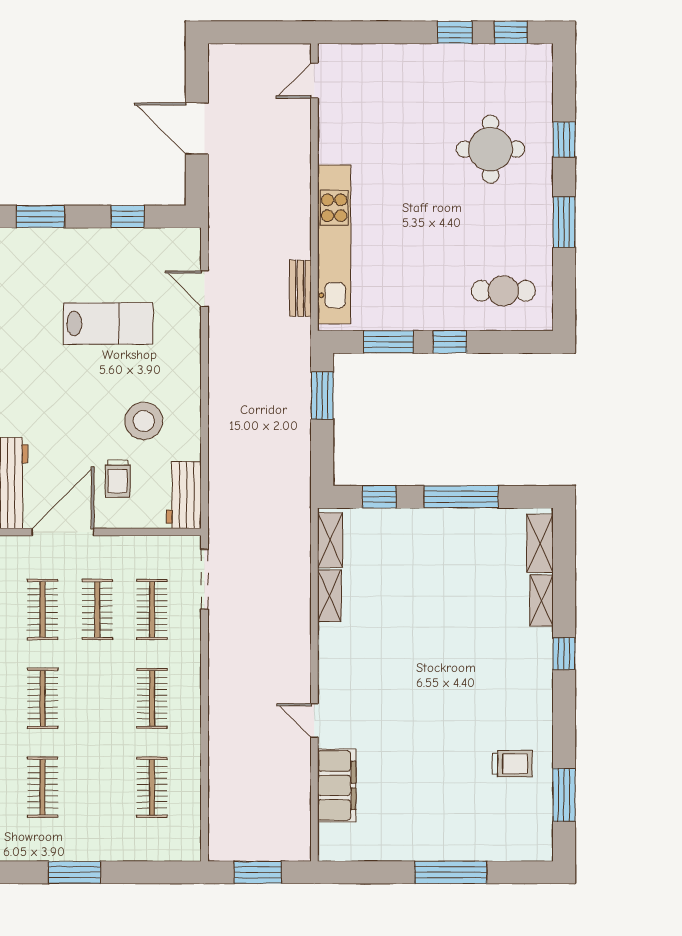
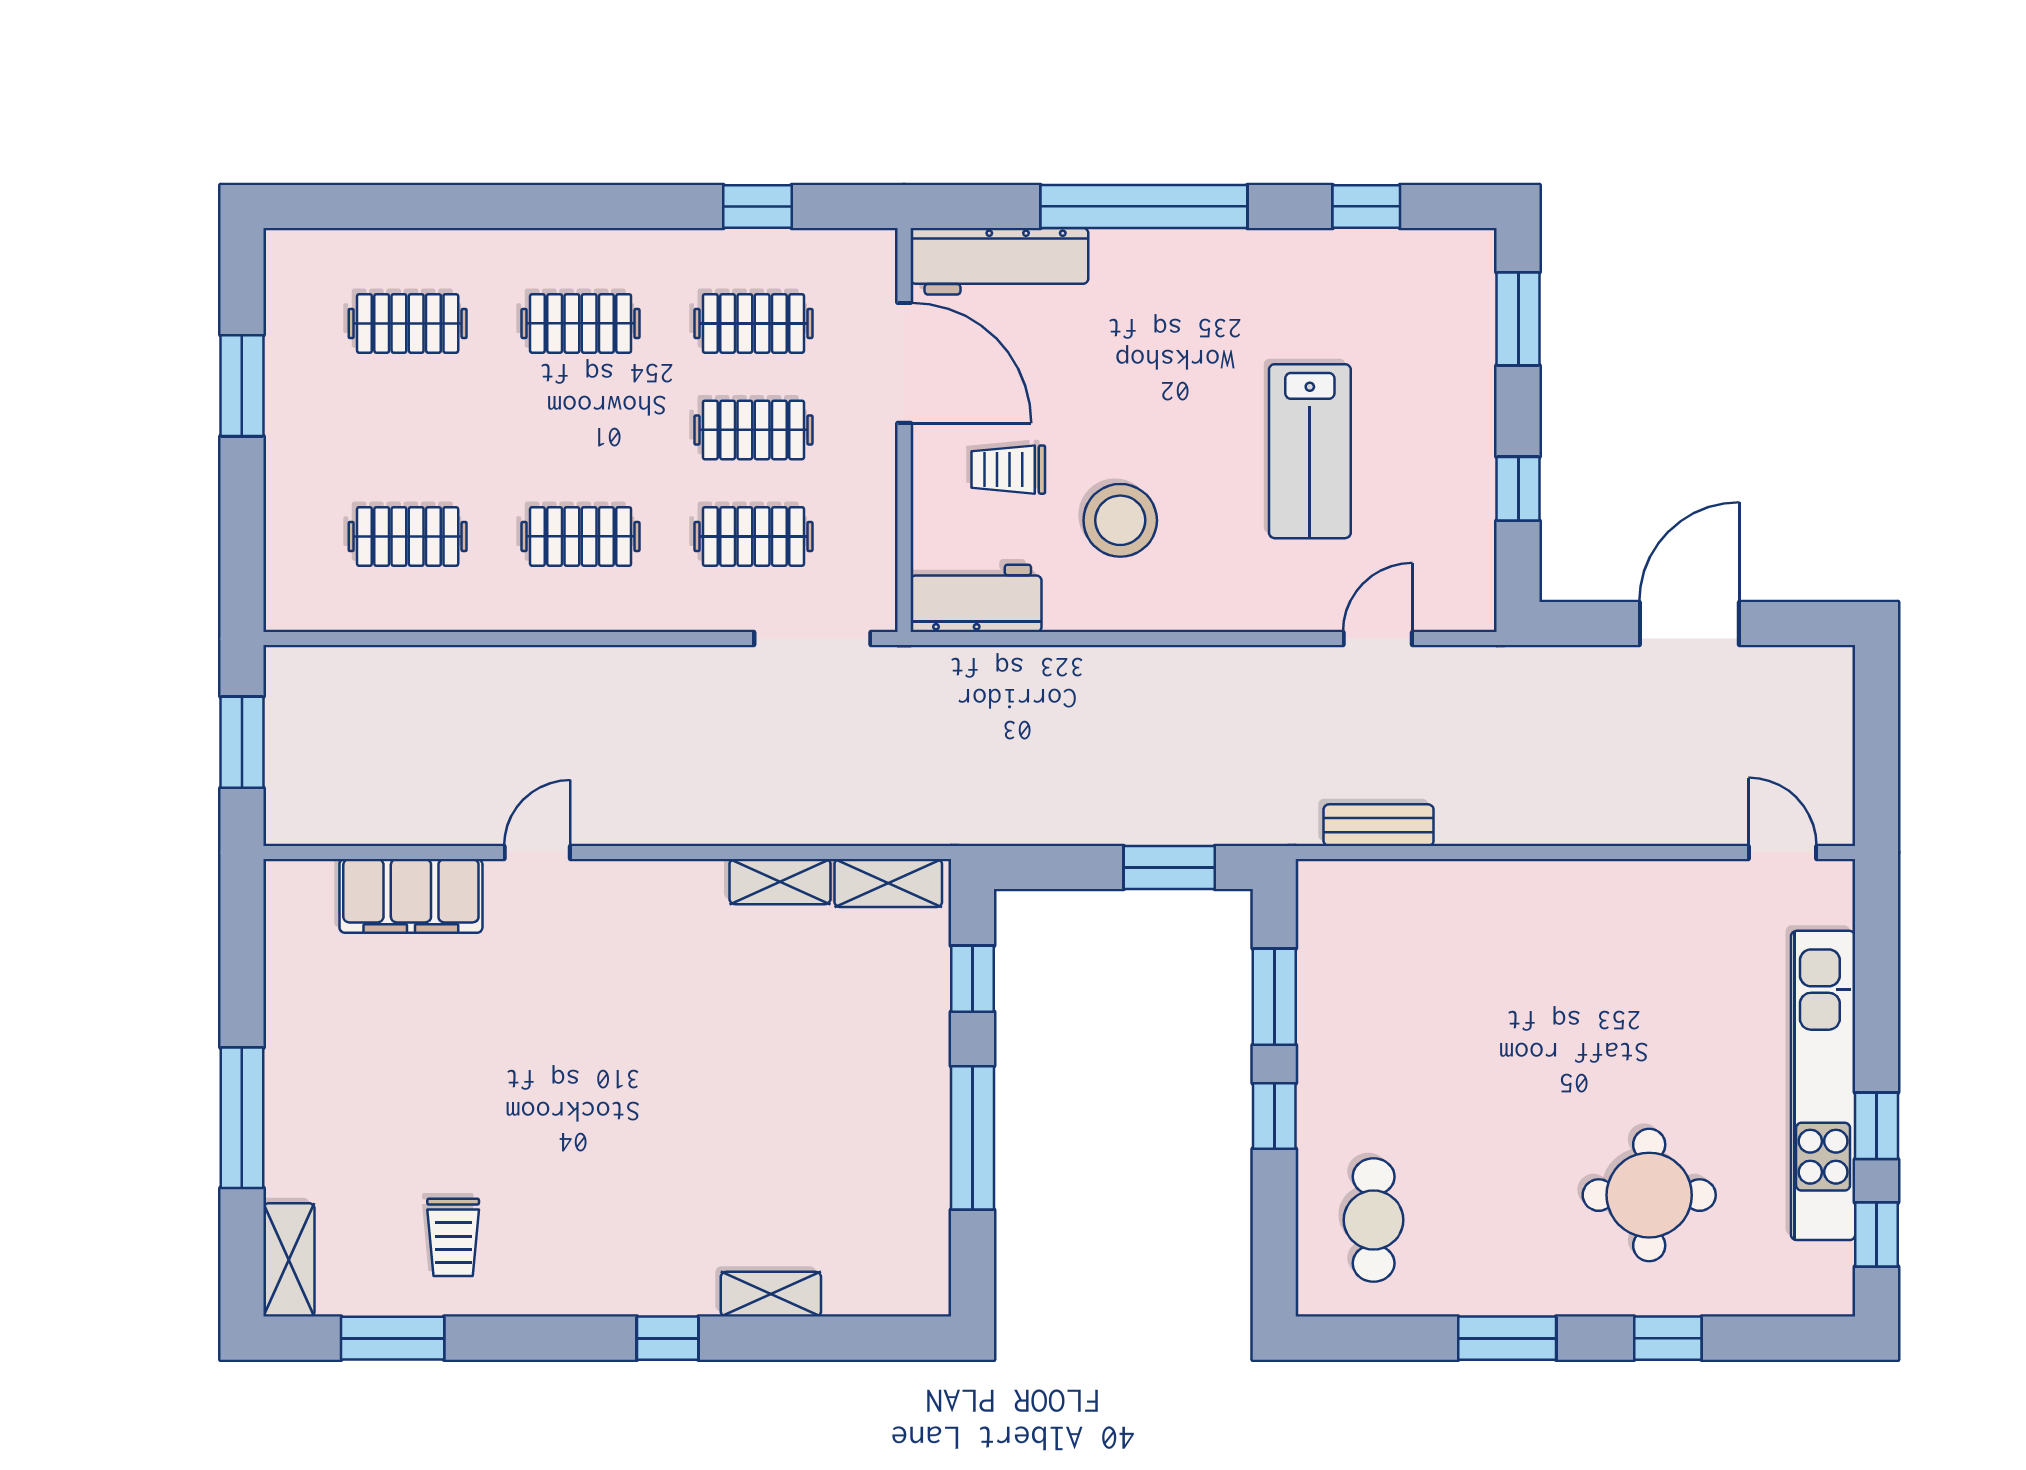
kitchen unit: (334, 244) -> (1823, 1085), moved, turned 90
shelving: (540, 543) -> (289, 1260), moved, turned 90

